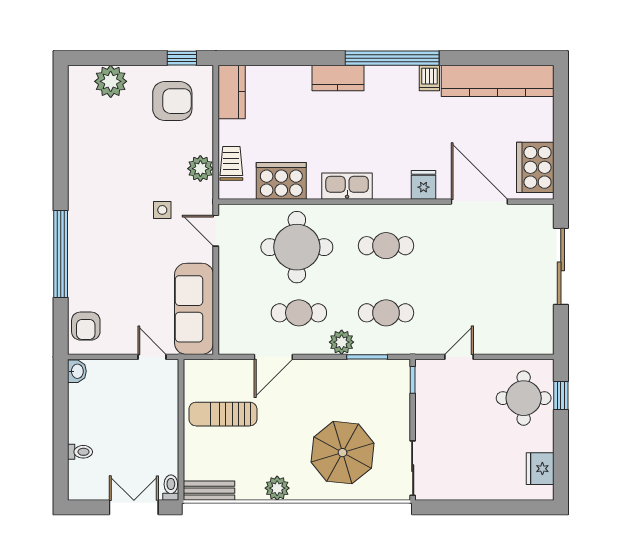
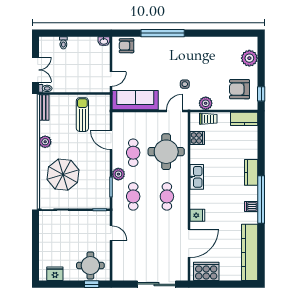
dishwasher: (429, 78) -> (251, 206), moved
armchair: (172, 101) -> (240, 89), turned 90
cooker: (281, 181) -> (197, 138), width x0.53, depth x0.76

